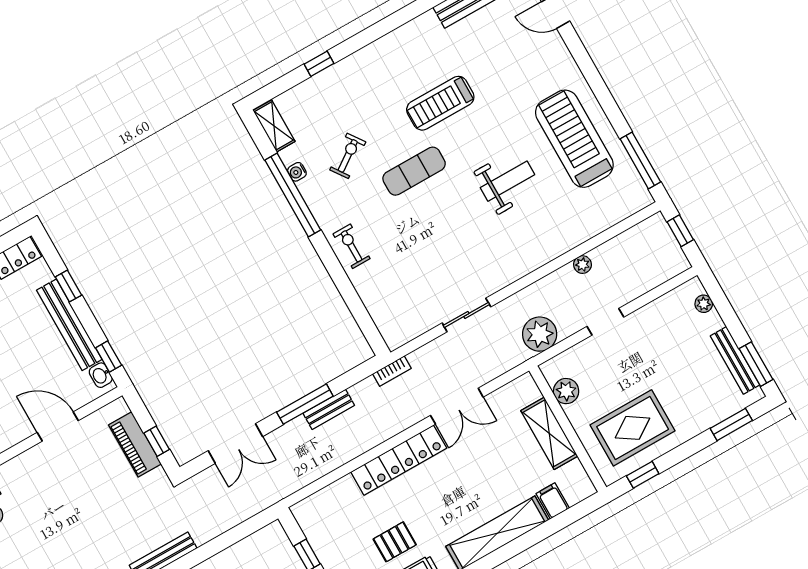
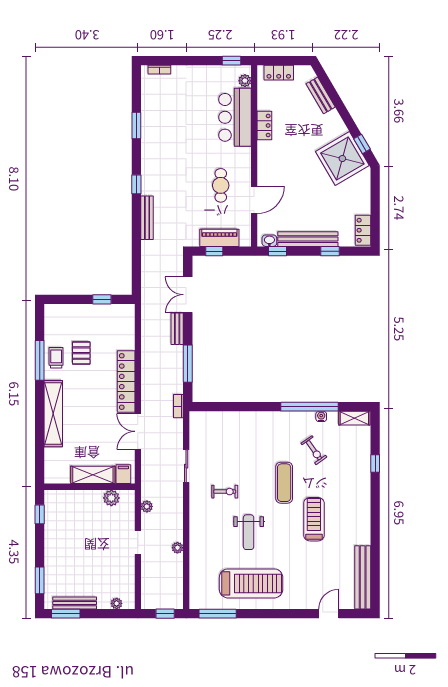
exercise bike: (352, 246) -> (225, 492), moved
plant: (540, 334) -> (147, 506), width x0.53, depth x0.53
window: (305, 404) -> (188, 364), moved
bench: (329, 409) -> (177, 329), moved
rug: (633, 428) -> (69, 524), removed
cafe table: (64, 483) -> (221, 185), added
filing cabinet: (553, 501) -> (123, 474), moved, turned -90

